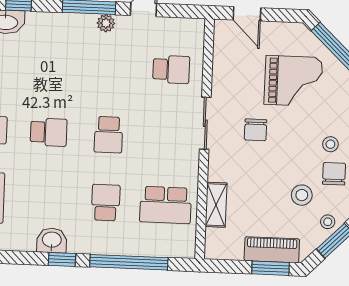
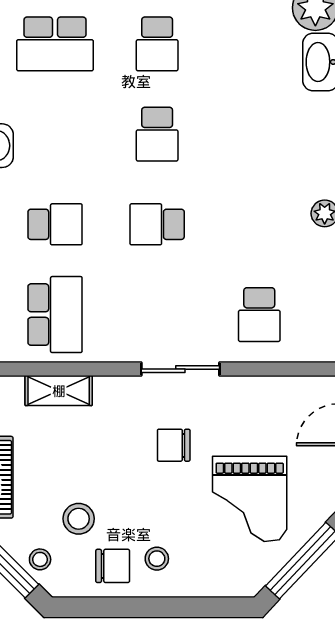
school desk: (166, 205) -> (55, 315), turned 180

